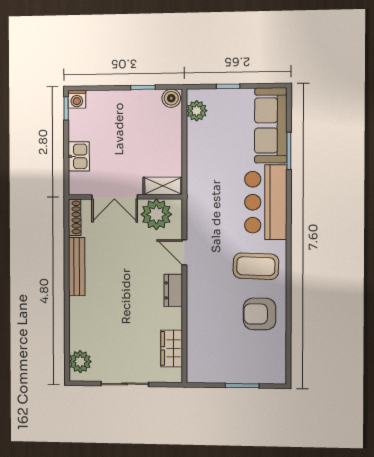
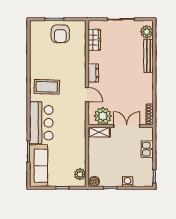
washing machine: (77, 99) -> (128, 182), moved
bench: (77, 267) -> (149, 56), moved
armchair: (260, 314) -> (60, 34), moved, turned 90

